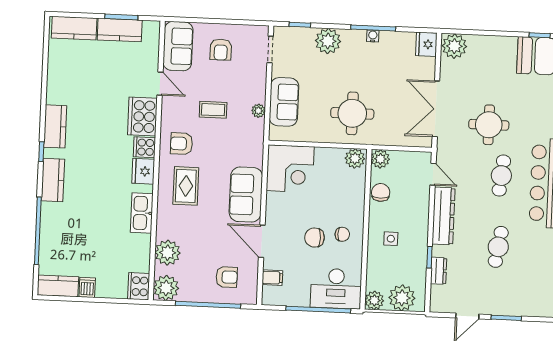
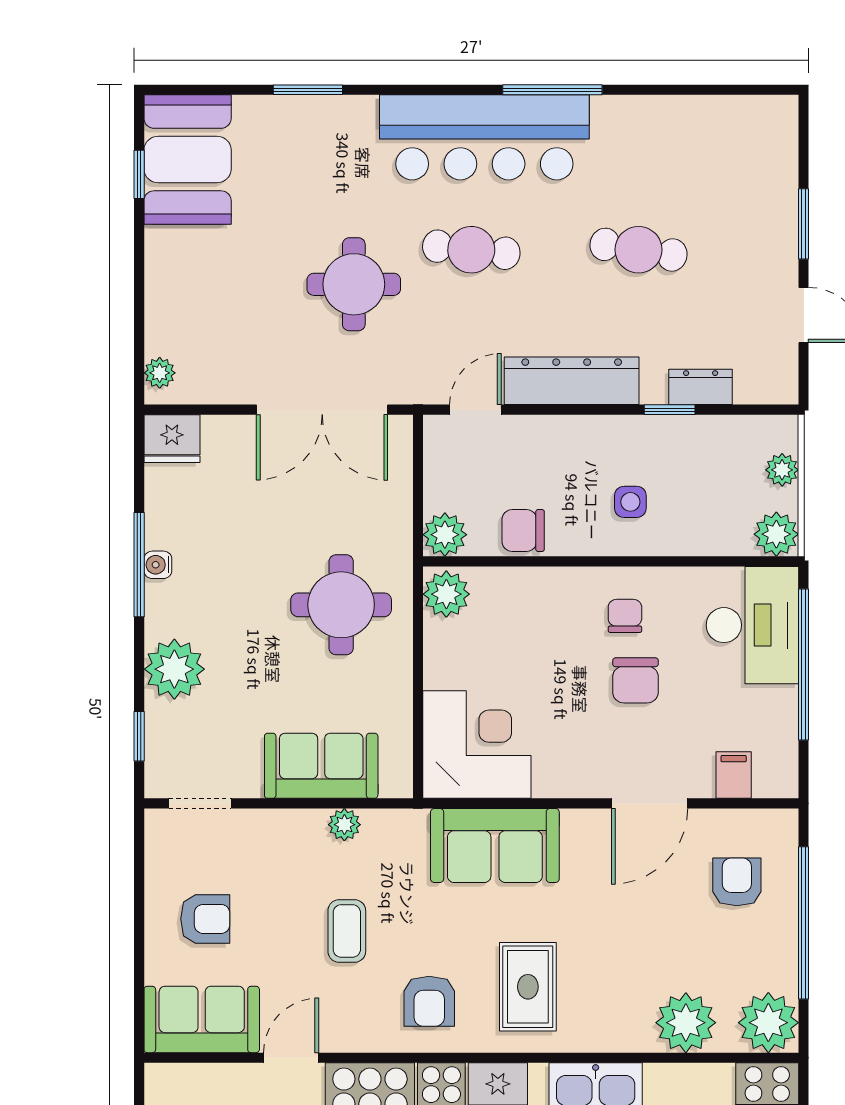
plant: (454, 46) -> (160, 373), width x0.53, depth x0.53
rug: (186, 186) -> (528, 987), turned 90
sofa: (246, 195) -> (495, 845), moved
plant: (402, 298) -> (782, 470), width x0.53, depth x0.53

